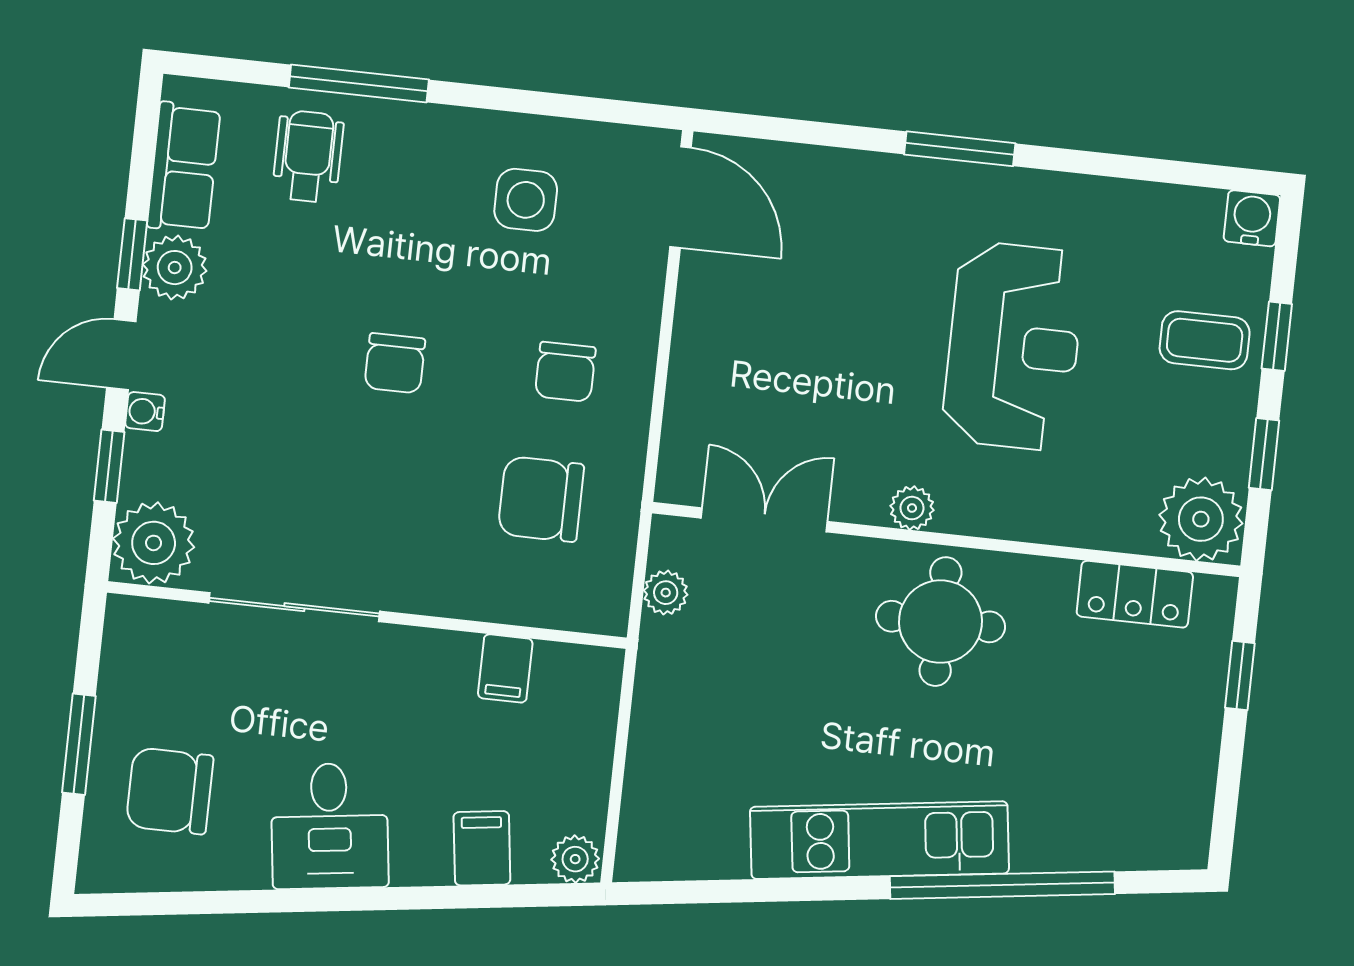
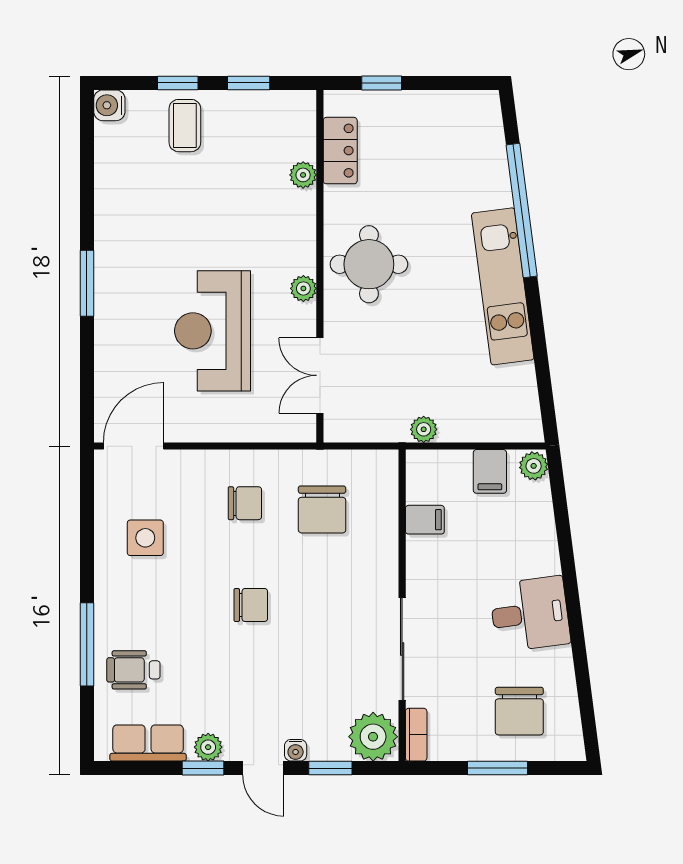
plant: (175, 268) -> (208, 747), width x0.73, depth x0.73
reception desk: (1014, 346) -> (213, 331), moved, turned -90
plant: (1201, 519) -> (303, 175), moved, width x0.53, depth x0.53
plant: (666, 593) -> (424, 429), moved
bookcase: (149, 615) -> (416, 735), added
filing cabinet: (482, 848) -> (490, 471), moved, turned -83

